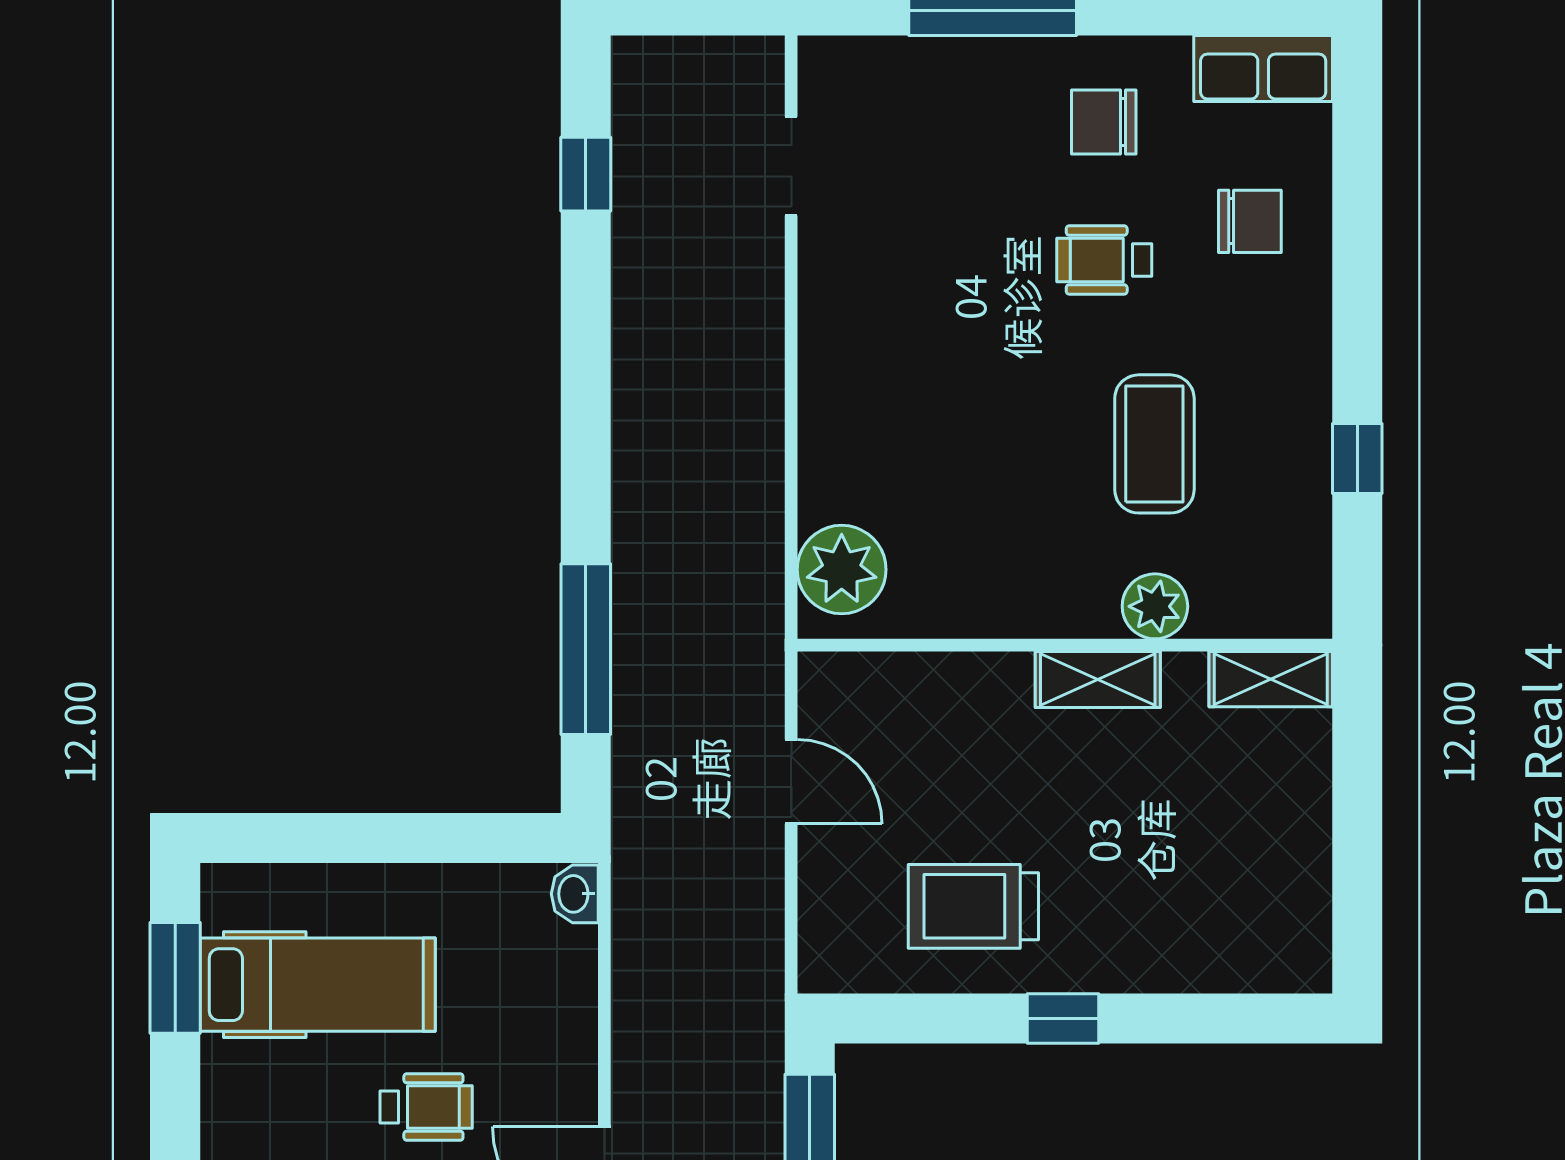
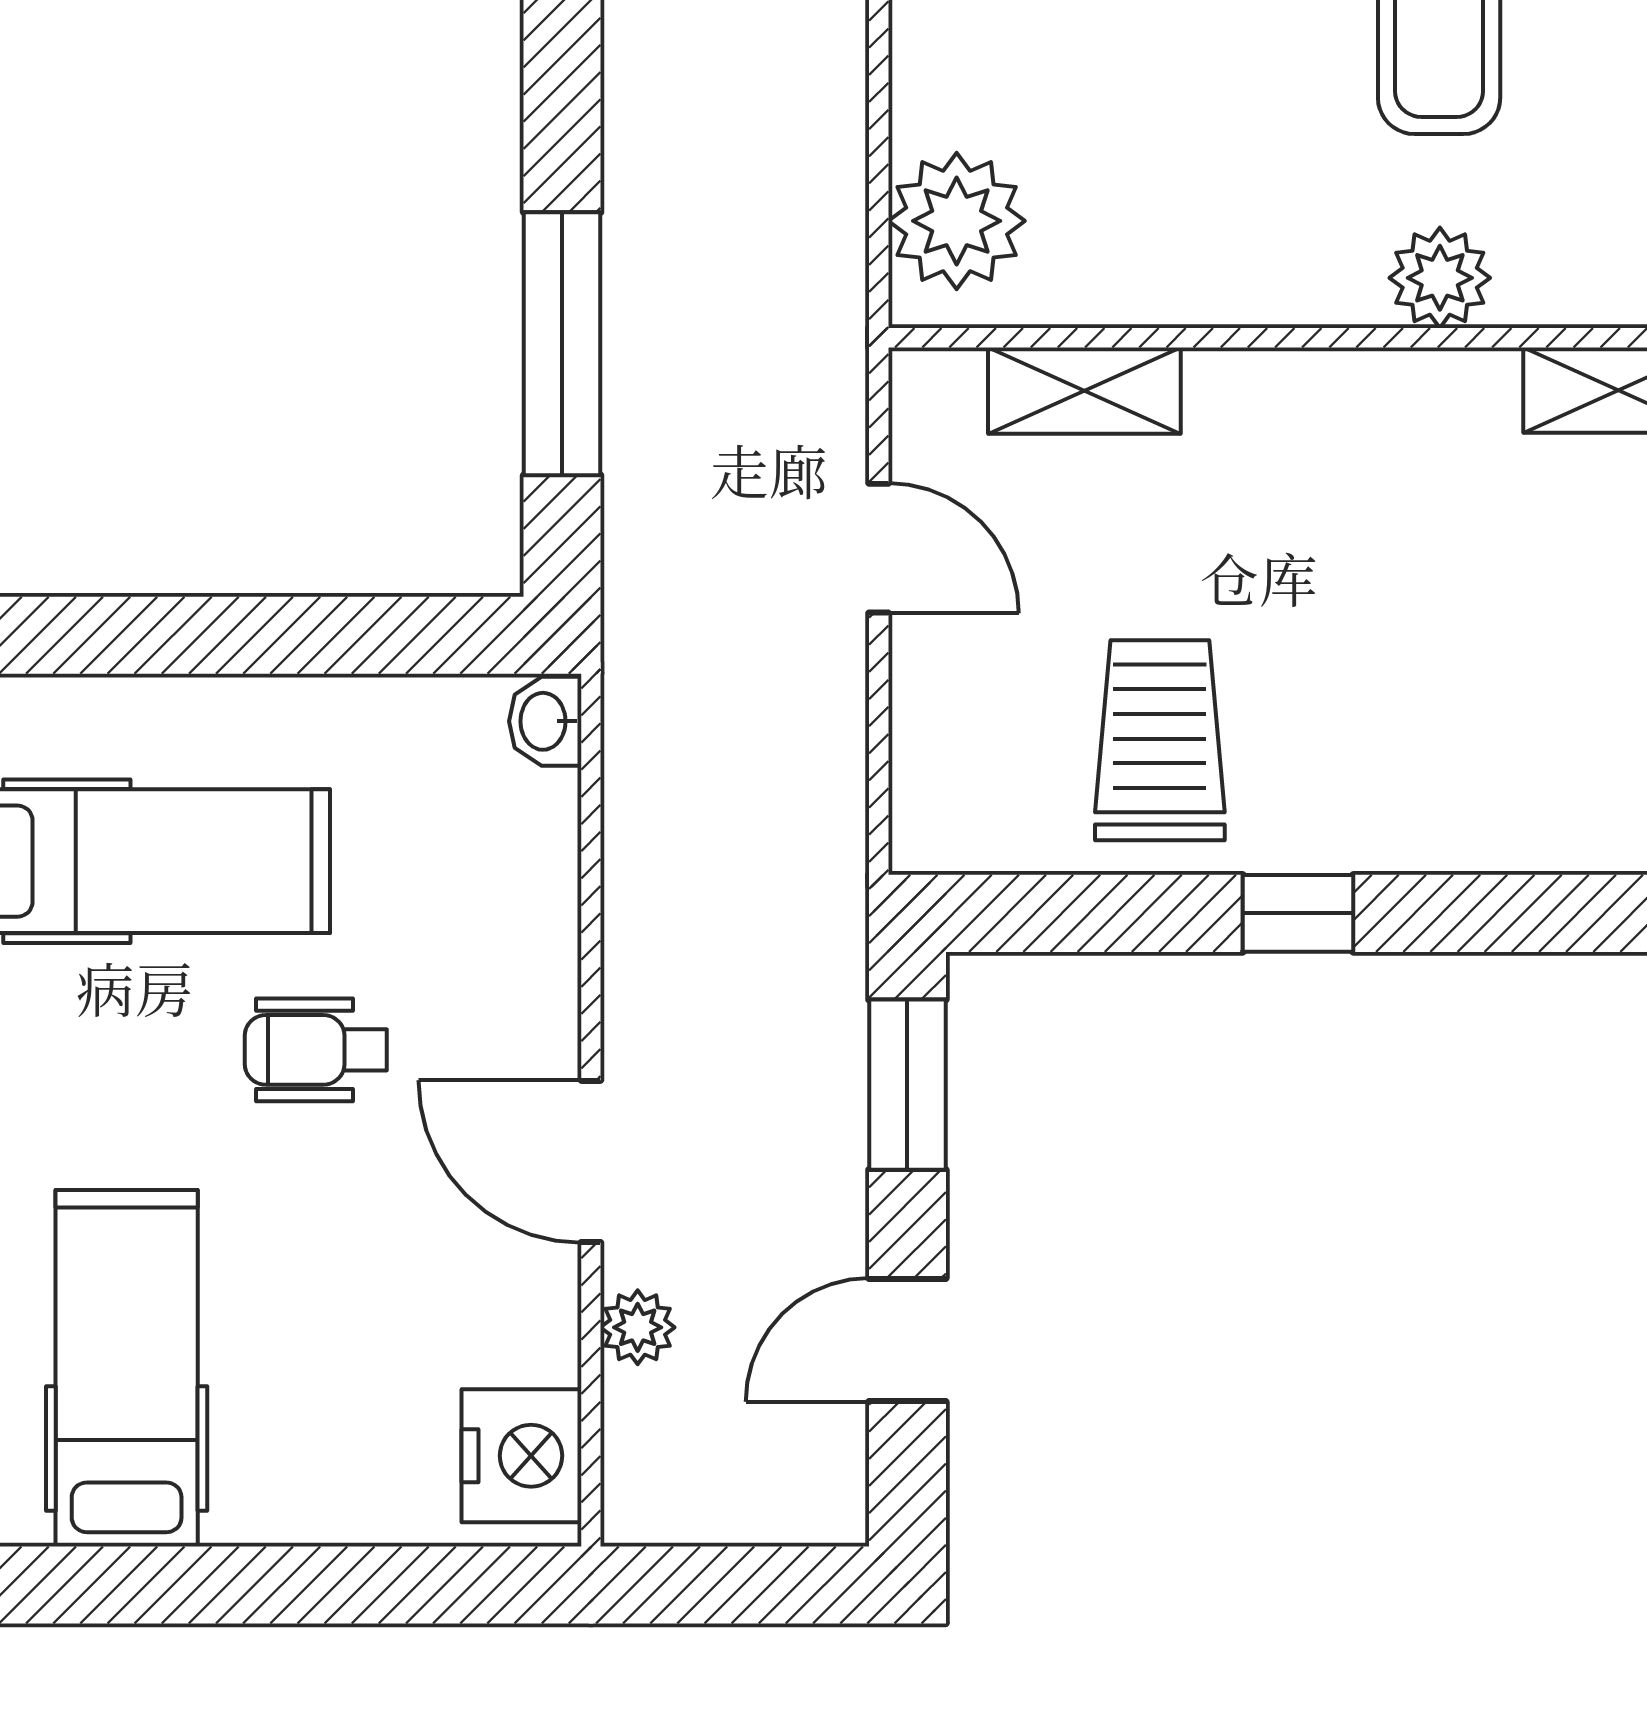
shelving: (1098, 680) -> (1084, 391), moved
trolley: (973, 906) -> (1160, 740), turned 90
wheelchair: (426, 1107) -> (316, 1050), turned 180

